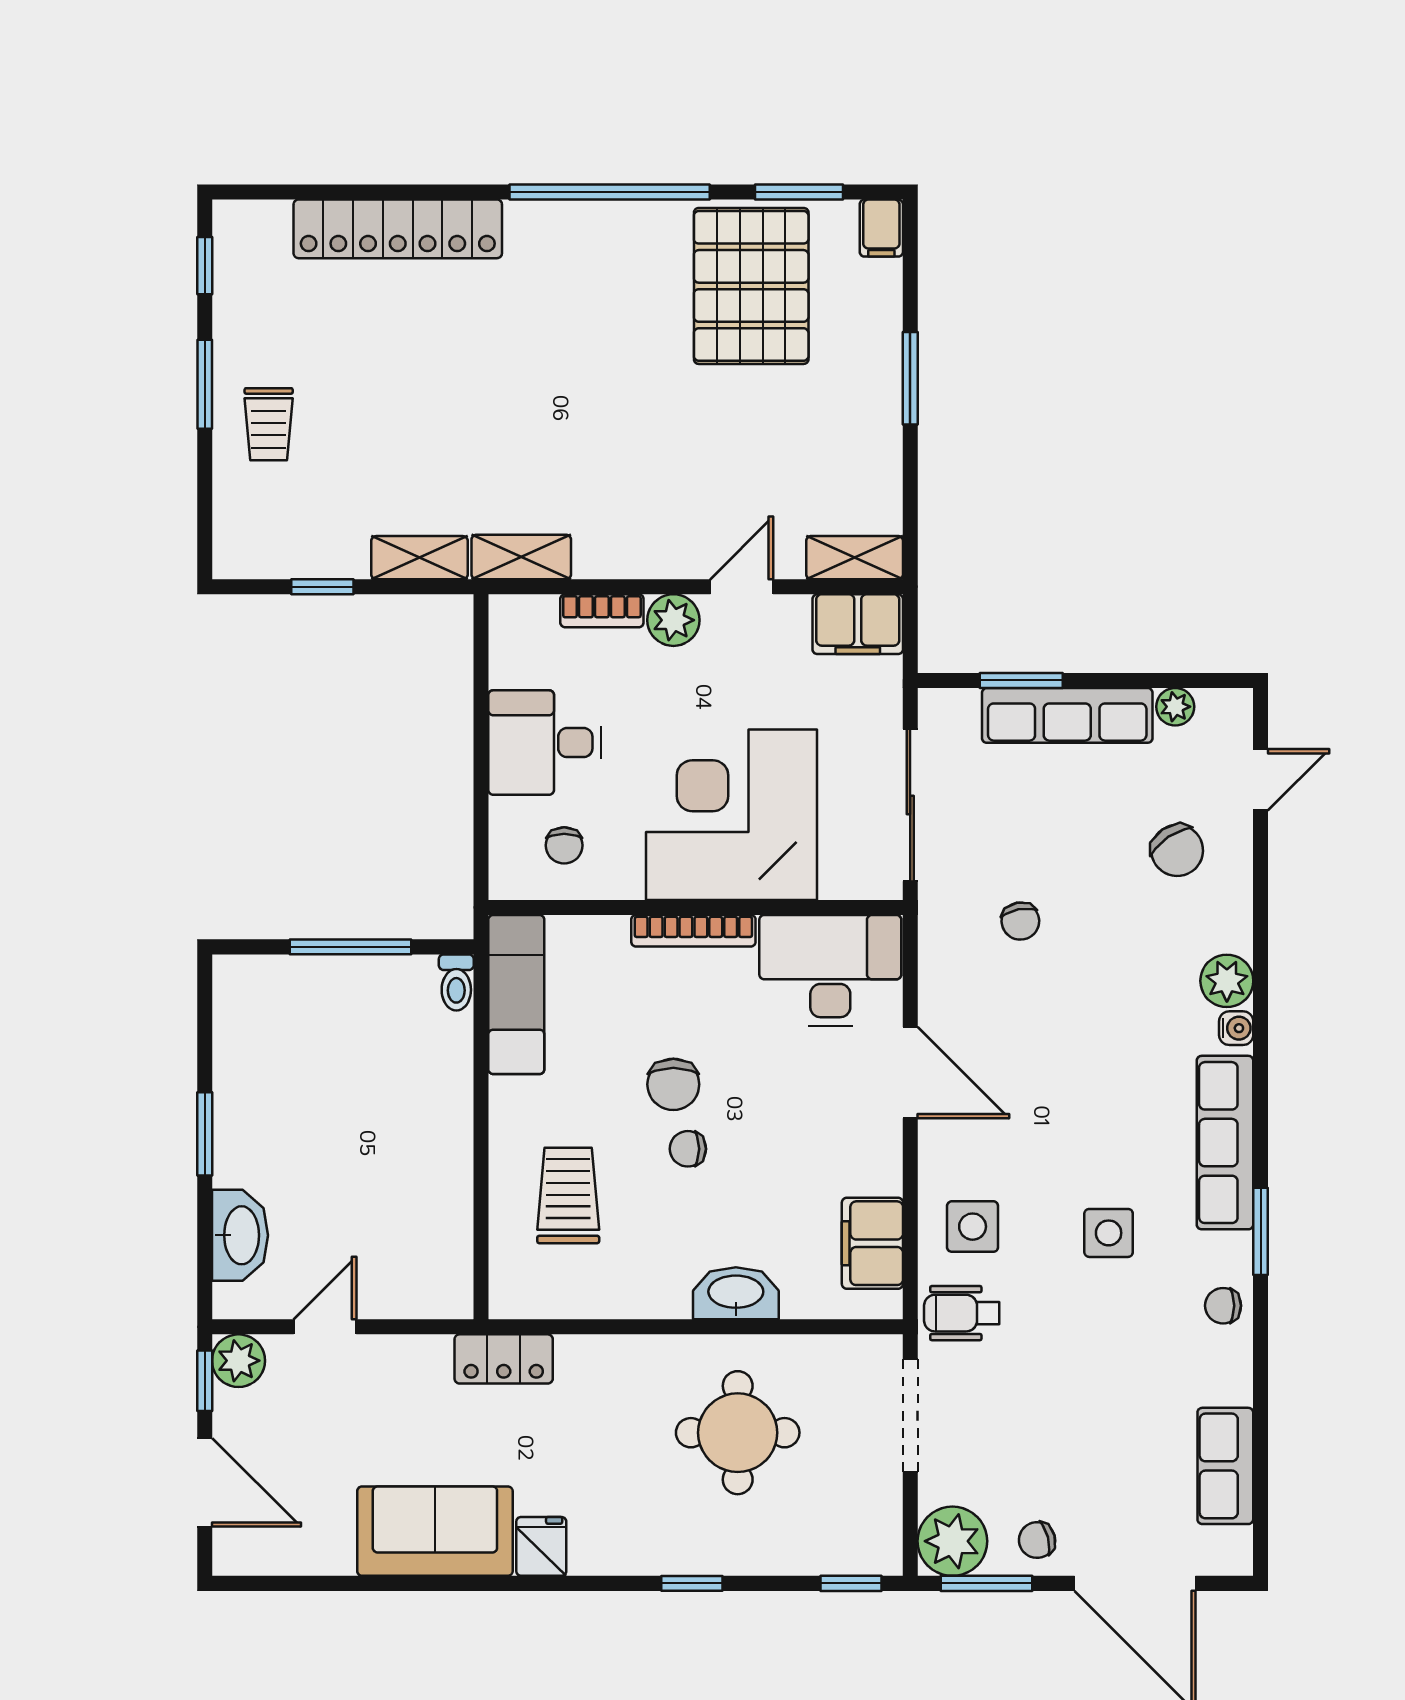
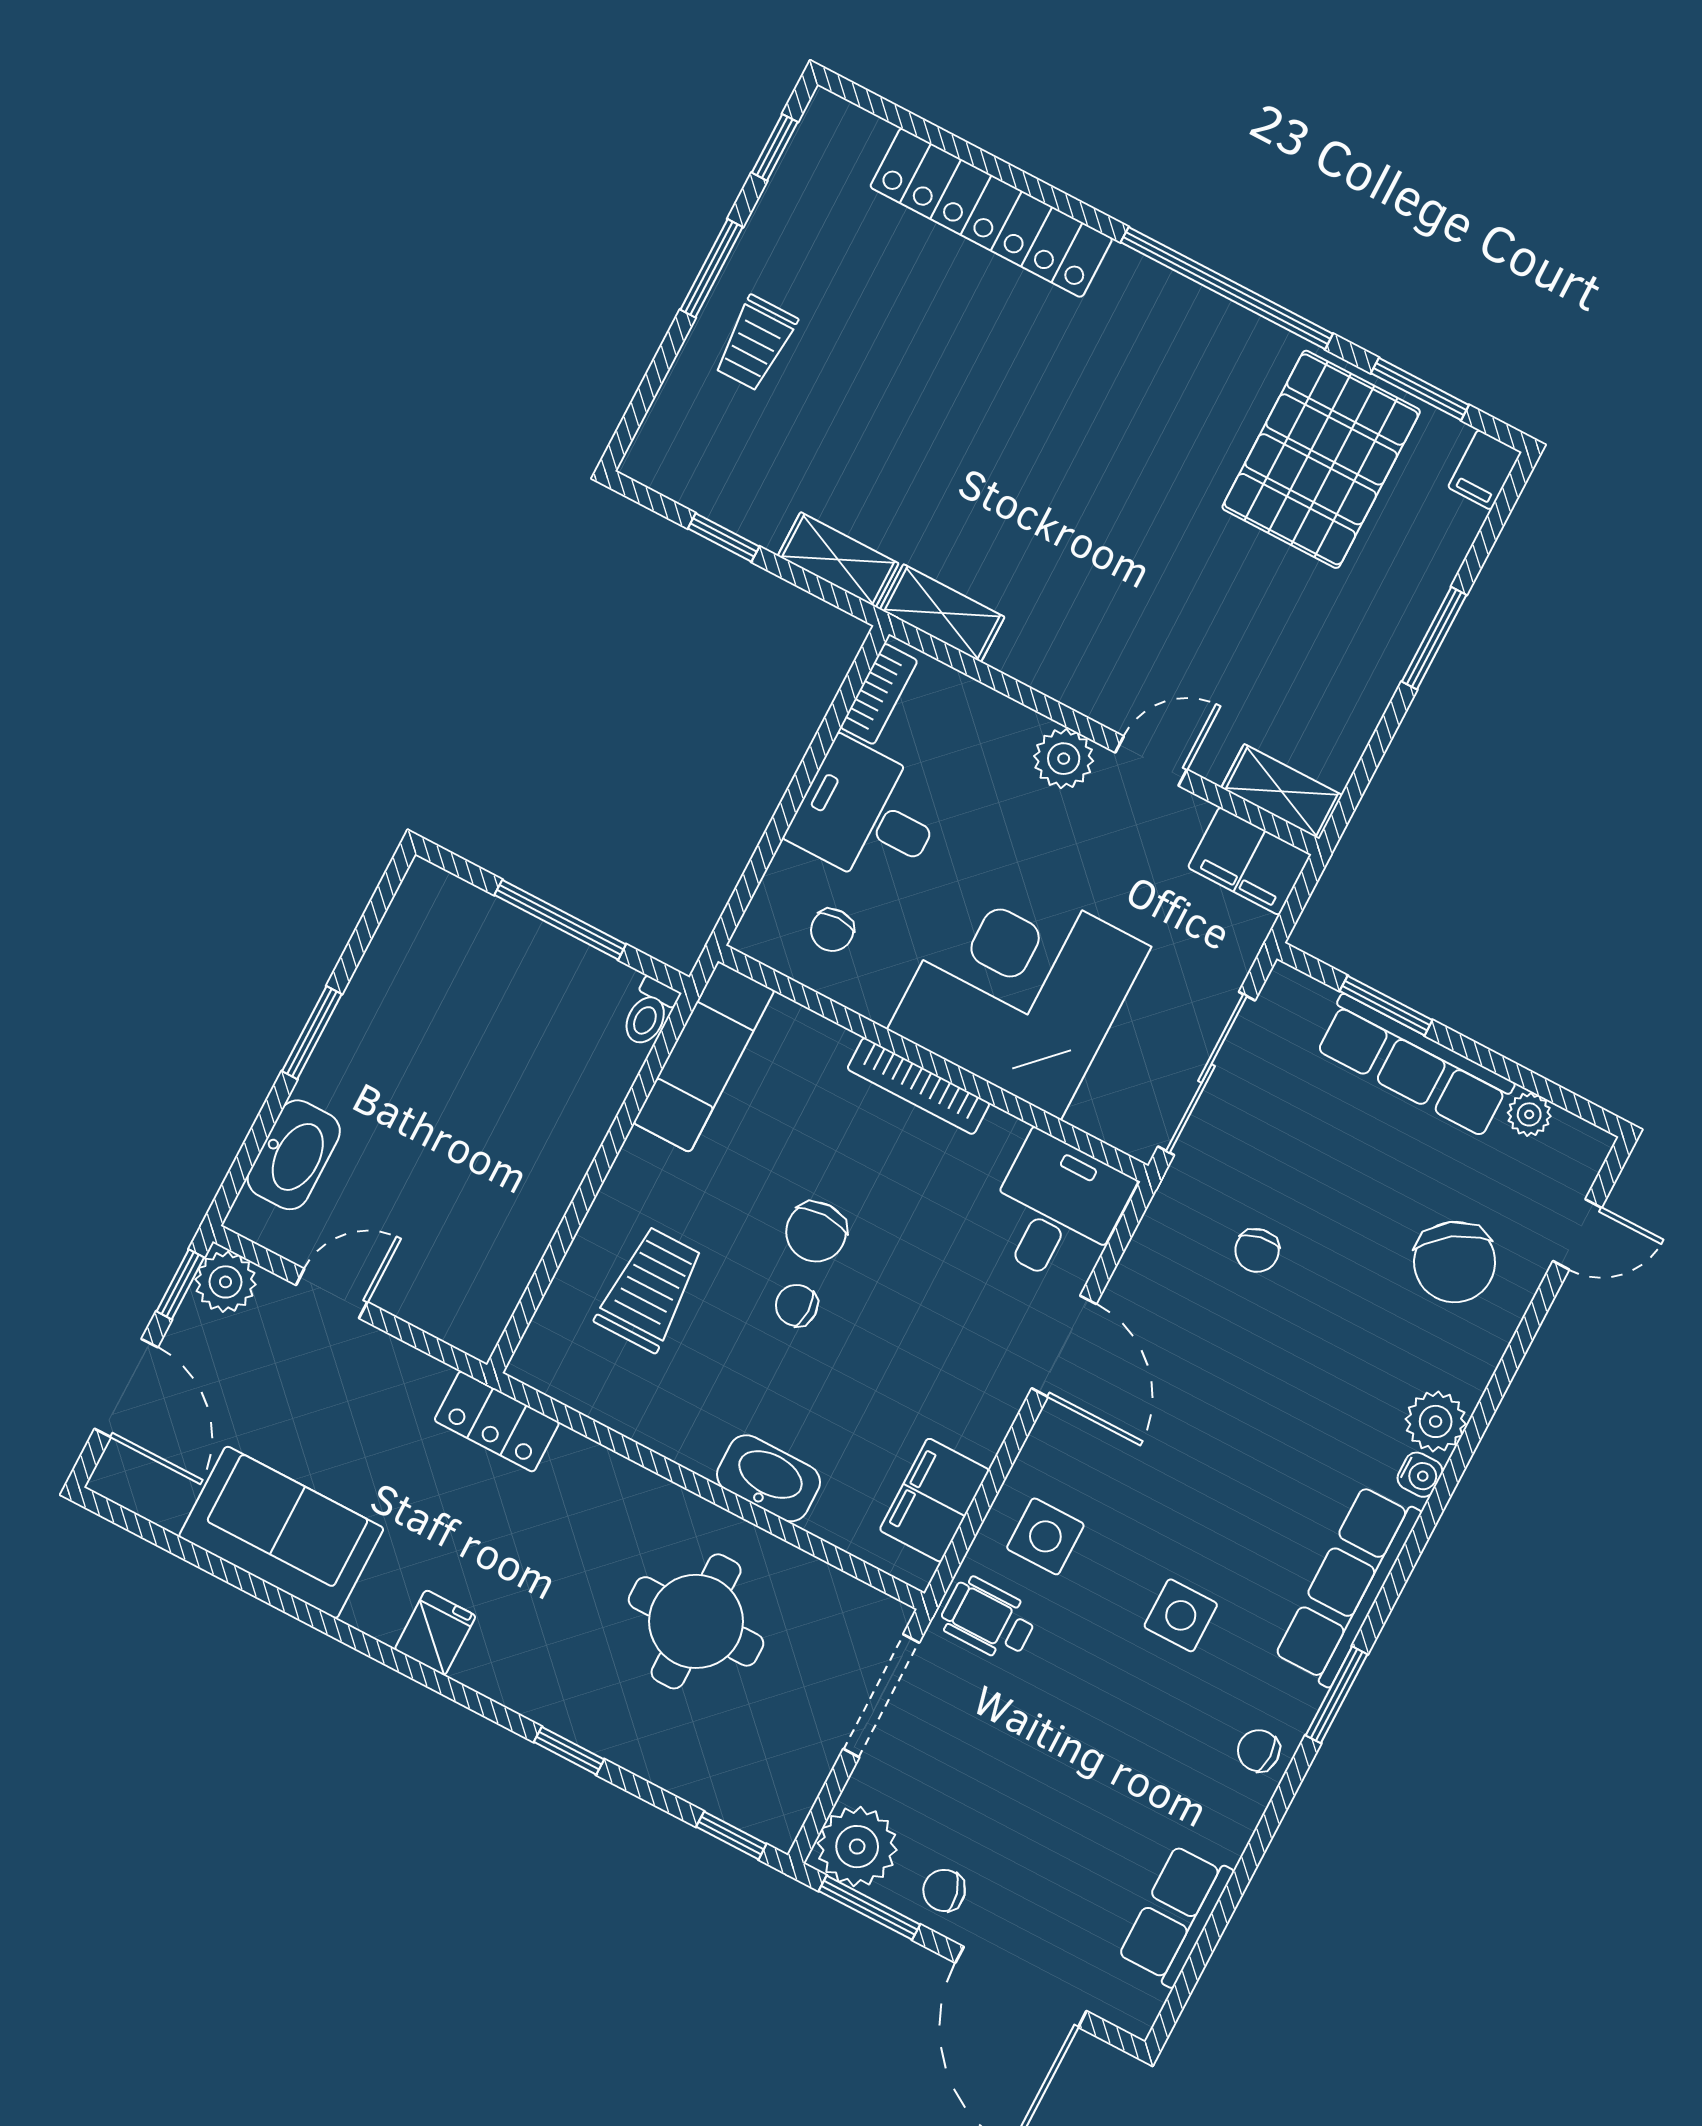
bookcase: (602, 611) -> (879, 694), moved, turned -90
chair: (1177, 850) -> (1455, 1262), width x1.37, depth x1.37
desk: (830, 971) -> (1056, 1210), width x0.73
sofa: (435, 1531) -> (281, 1532), moved

